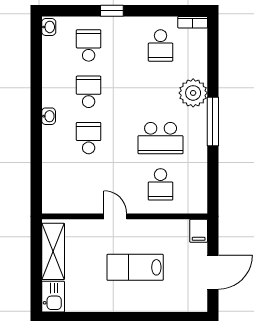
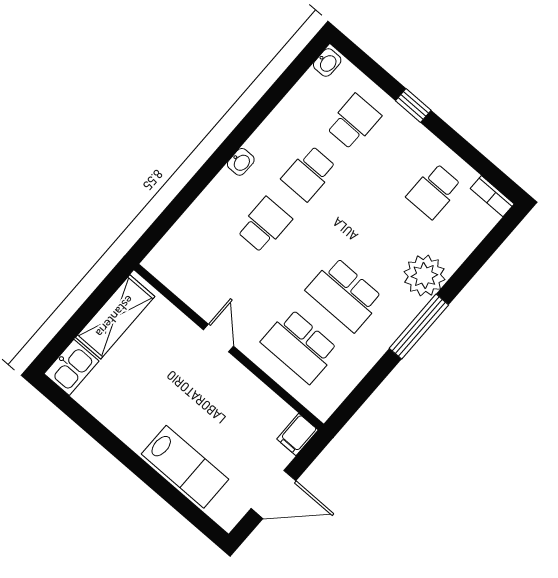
school desk: (89, 92) -> (309, 173), turned 180
school desk: (161, 184) -> (300, 346), width x1.85
lab bench: (135, 267) -> (185, 467), moved, turned 180

